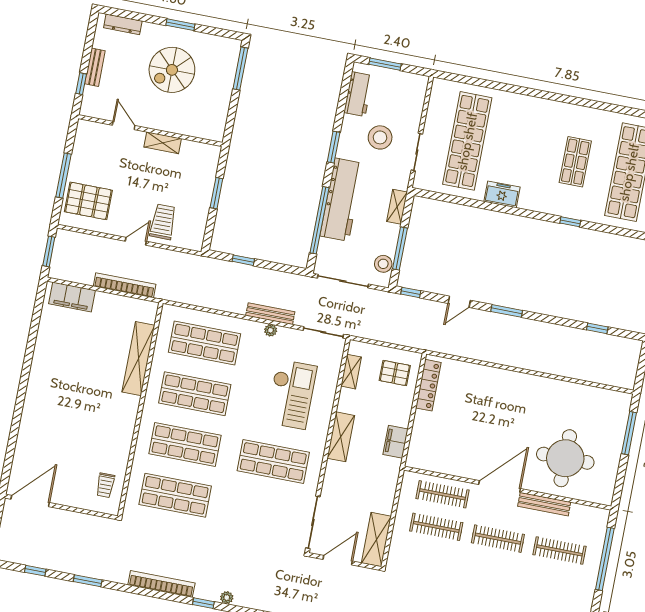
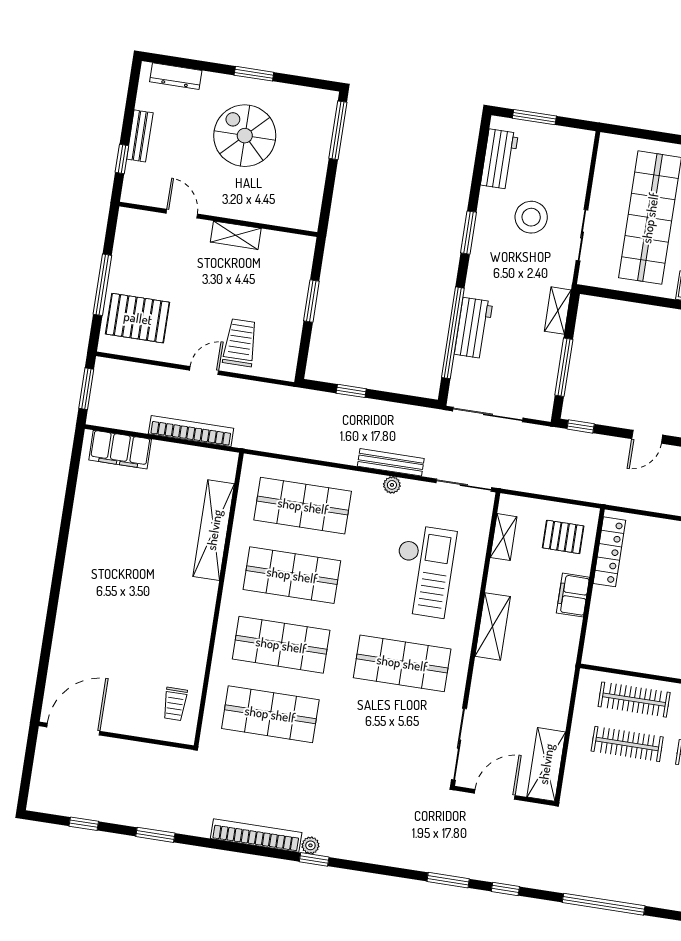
spiral stairs: (172, 70) -> (245, 136), turned 90
workbench: (342, 200) -> (474, 328), width x0.53, depth x0.76
stool: (383, 264) -> (542, 389), removed
filing cabinet: (396, 442) -> (573, 595), moved
plant: (227, 598) -> (310, 845), moved

